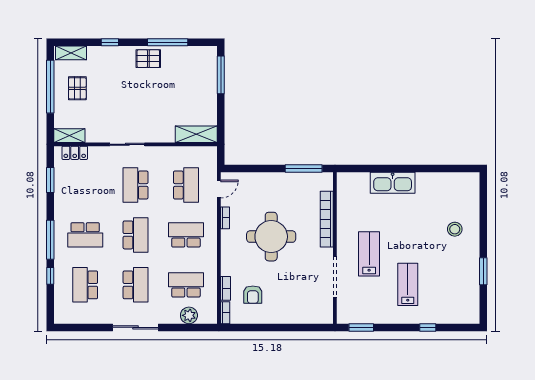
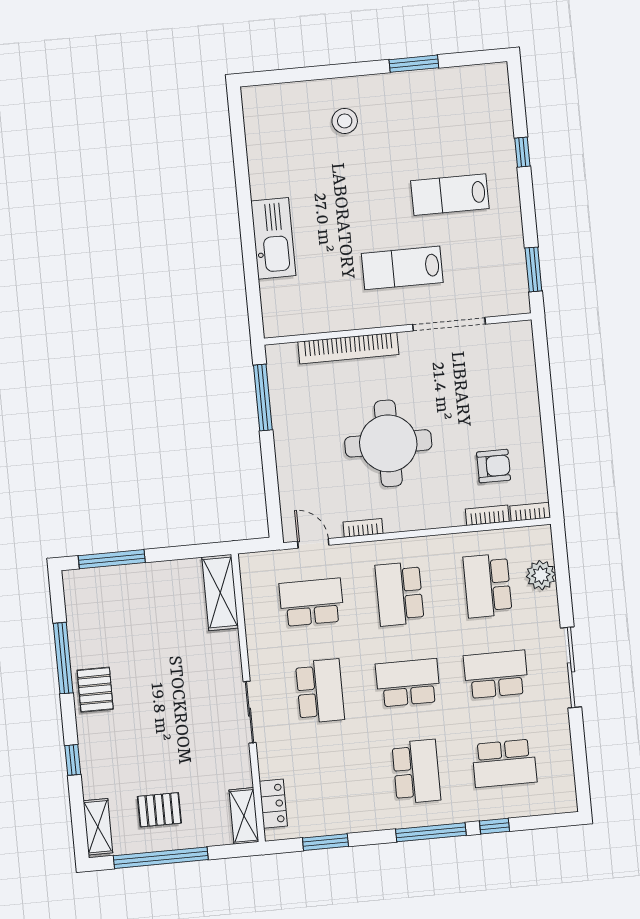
school desk: (136, 185) -> (320, 691), turned -90

